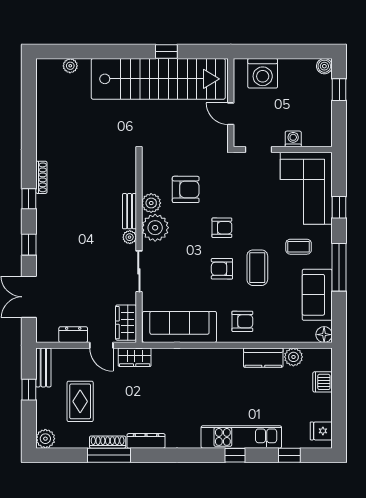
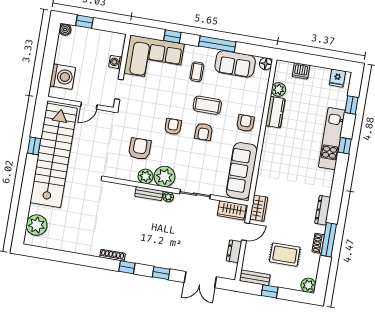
plant: (70, 66) -> (37, 225), width x1.87, depth x1.87
shoe rack: (108, 442) -> (318, 243), width x0.70

